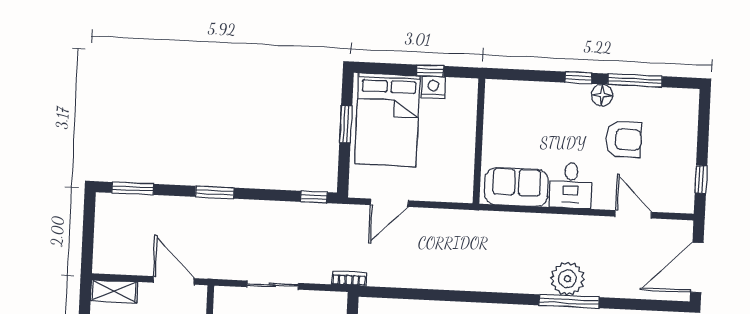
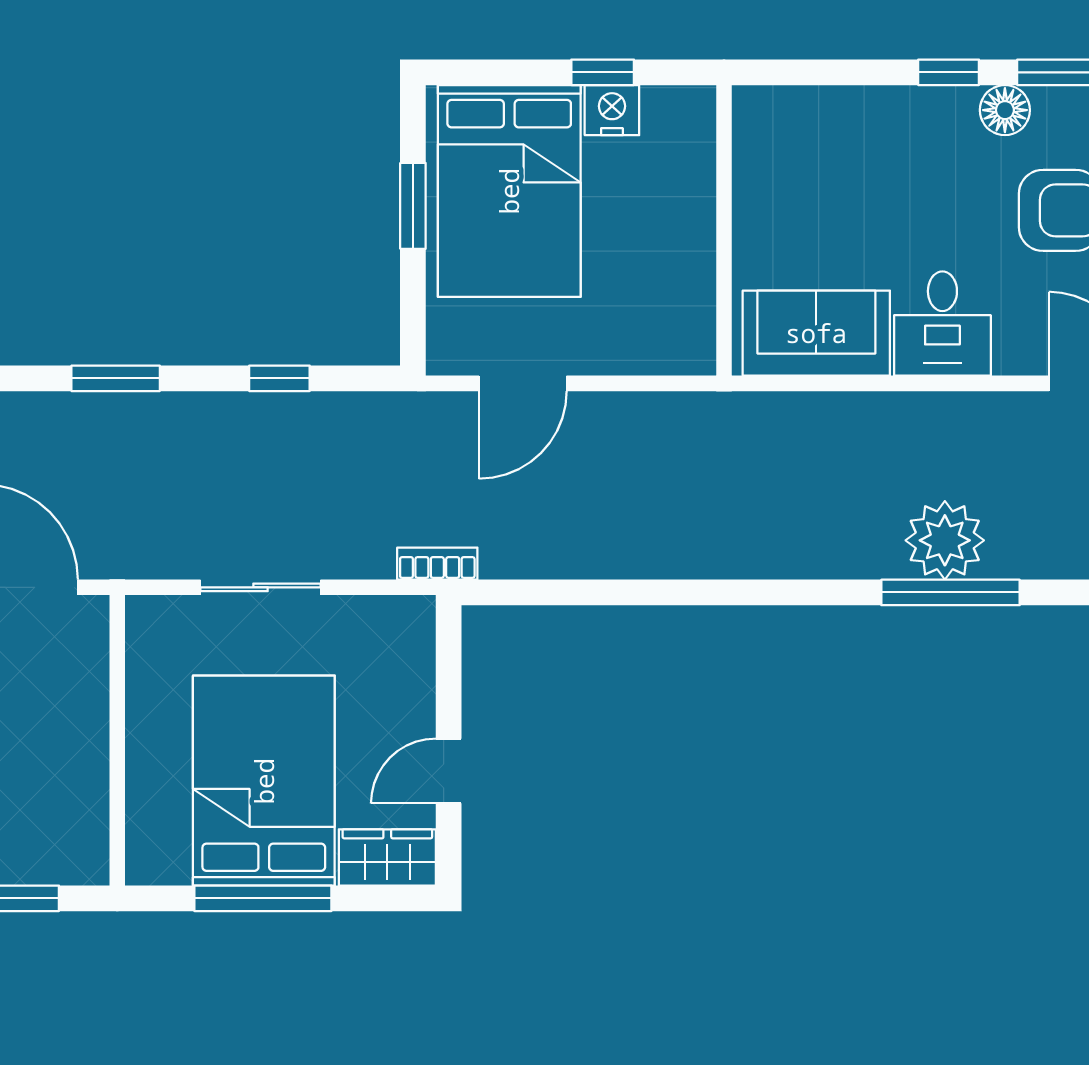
window: (314, 197) -> (279, 378), moved

